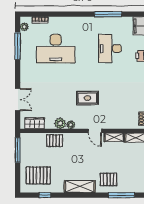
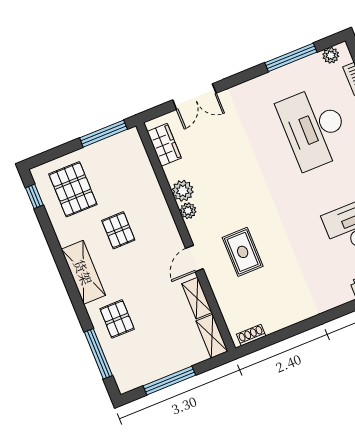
rug: (87, 98) -> (243, 252), moved
pallet: (55, 141) -> (118, 230), moved
window: (45, 195) -> (34, 196), moved

